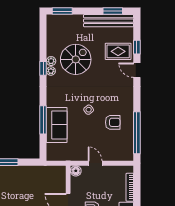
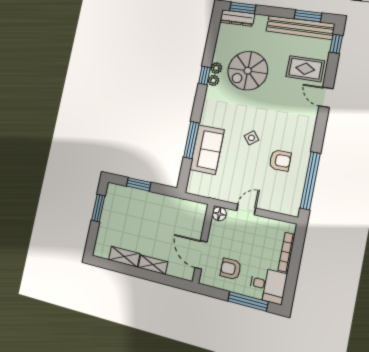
dresser: (60, 20) -> (237, 18), added
window: (137, 47) -> (336, 44), moved
spiral stairs: (76, 59) -> (248, 71), turned 180
door: (95, 163) -> (246, 209), hinge flipped

